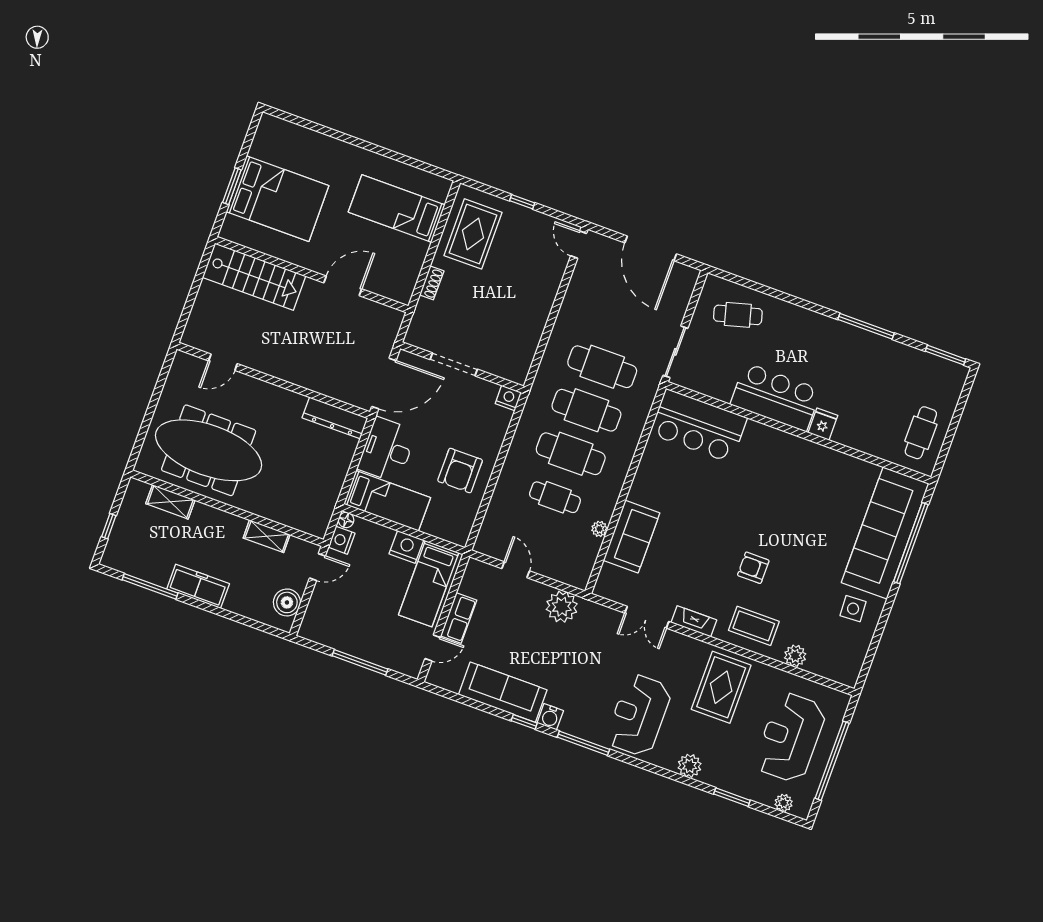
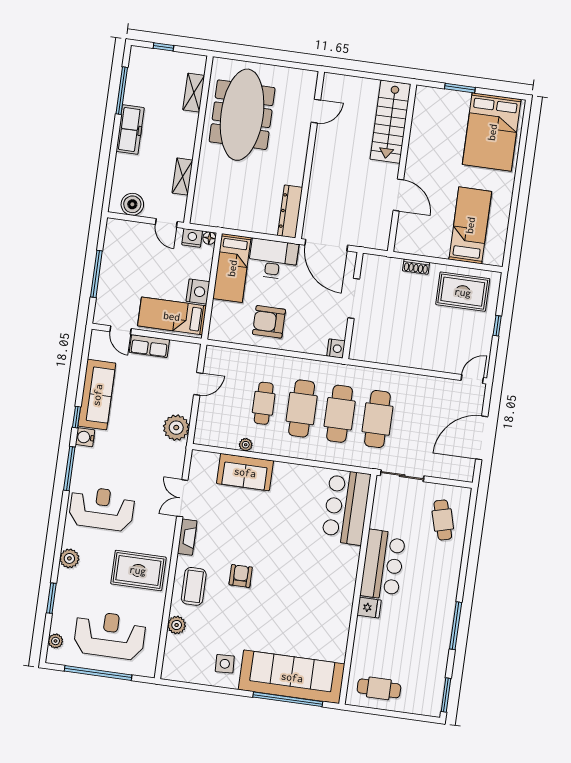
bed: (277, 199) -> (492, 132), moved
door: (223, 362) -> (316, 111), swing flipped

